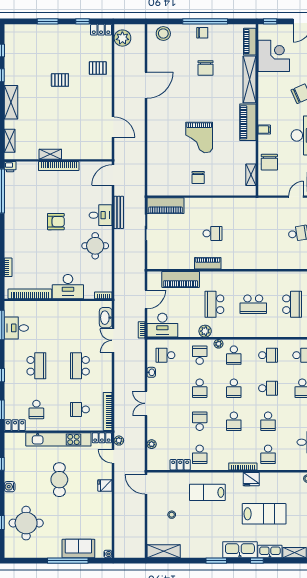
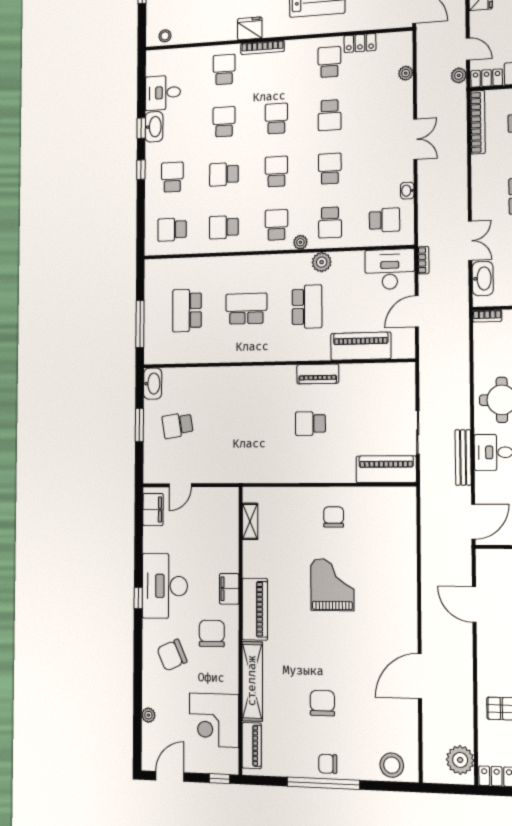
filing cabinet: (264, 130) -> (229, 589), width x2.00
chair: (269, 162) -> (212, 633), moved

